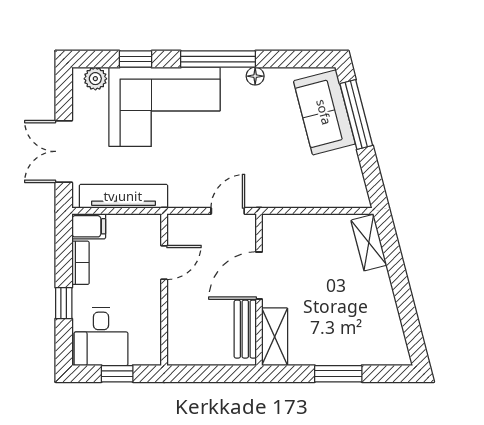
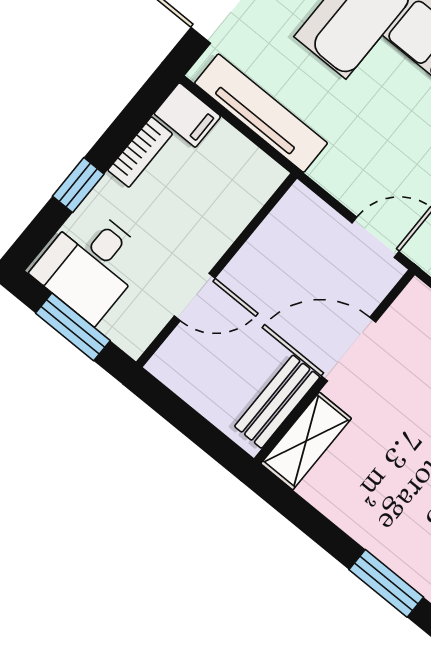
door: (164, 262) -> (195, 297), moved
window: (117, 374) -> (73, 327), width x1.50
window: (338, 374) -> (386, 583), moved

